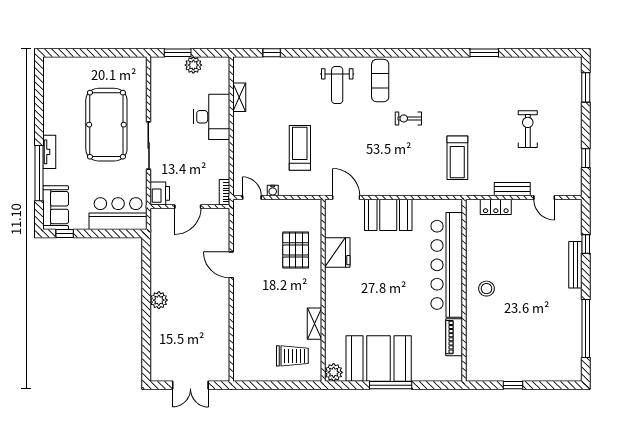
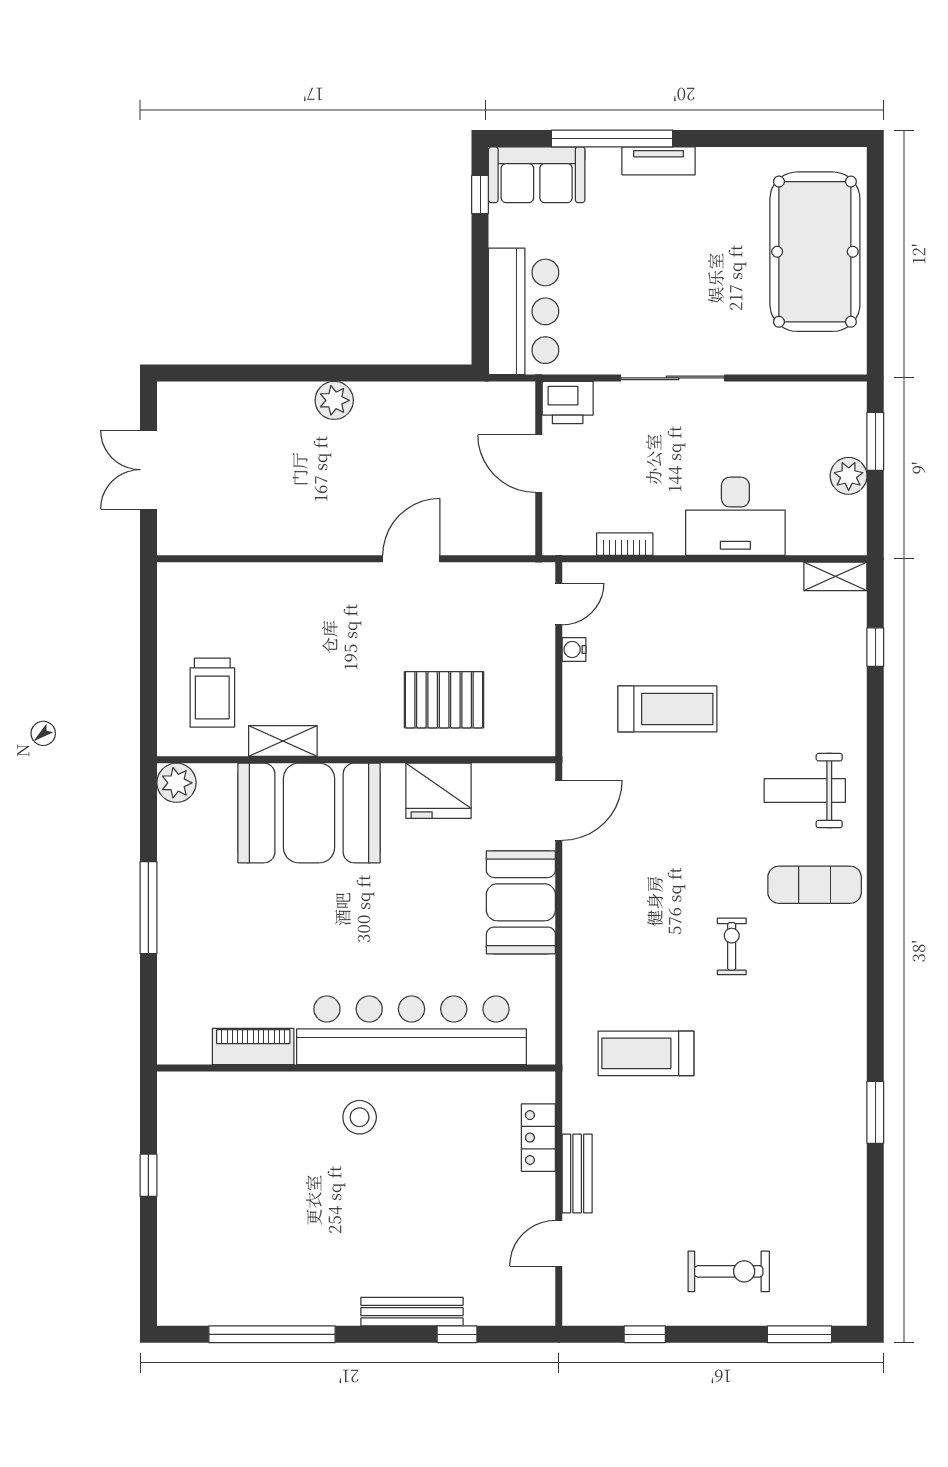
shelving: (239, 97) -> (835, 576), moved
pool table: (106, 125) -> (815, 252), moved, turned 90
exercise bike: (528, 129) -> (729, 1271), moved
bookcase: (225, 192) -> (625, 544), moved
booth: (379, 358) -> (309, 813), moved, turned 90

